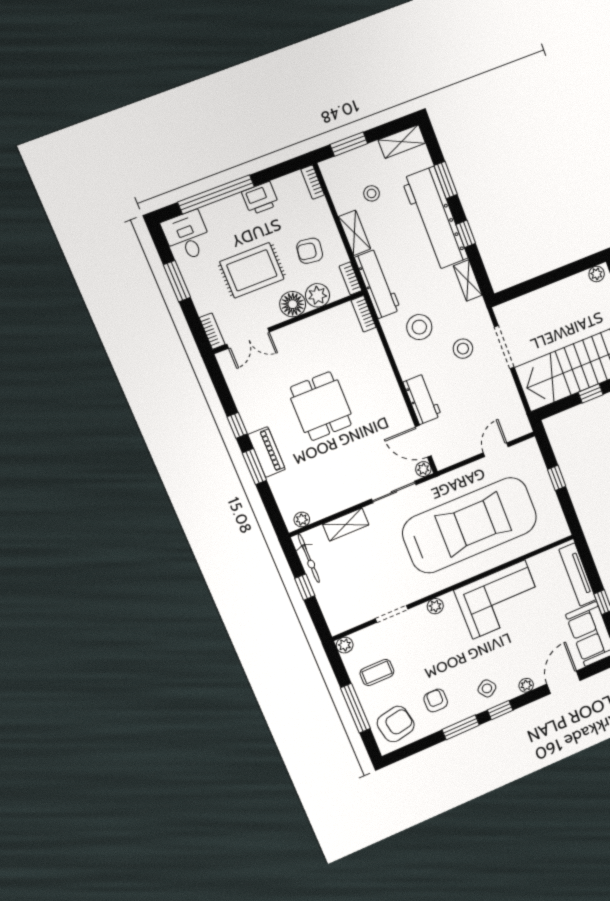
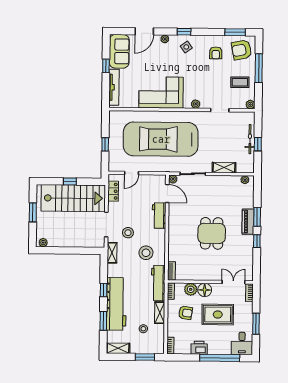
shelving: (468, 280) -> (112, 253), moved
locker: (514, 407) -> (113, 191), added
bicycle: (309, 558) -> (250, 139), moved
window: (461, 727) -> (235, 32), moved

